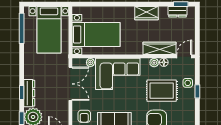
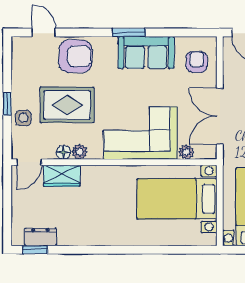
wardrobe: (147, 13) -> (92, 235), removed
wardrobe: (159, 48) -> (62, 176), width x0.67

